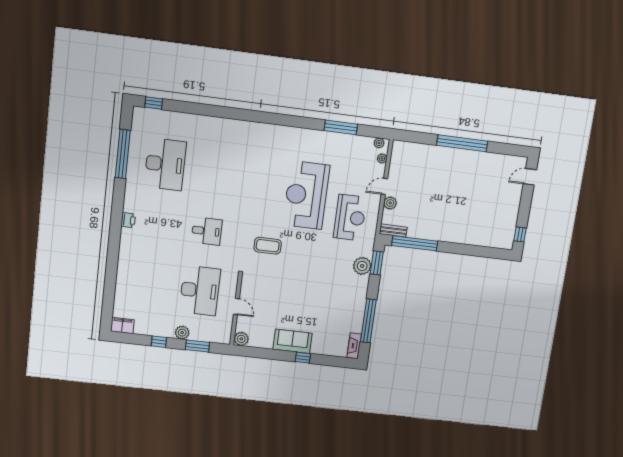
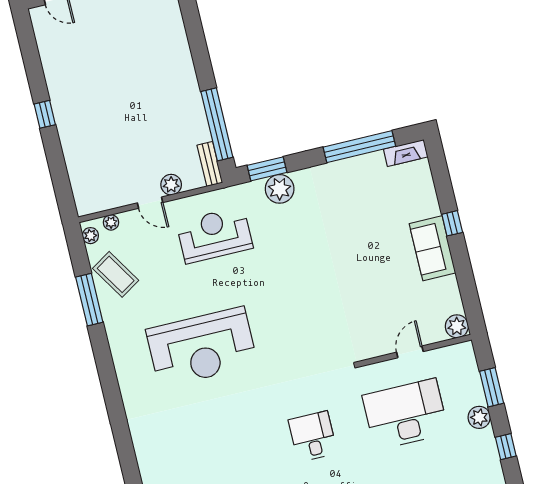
window: (462, 143) -> (45, 114), width x0.32
reception desk: (306, 195) -> (202, 347), moved
coffee table: (268, 246) -> (116, 274), moved, turned -32

